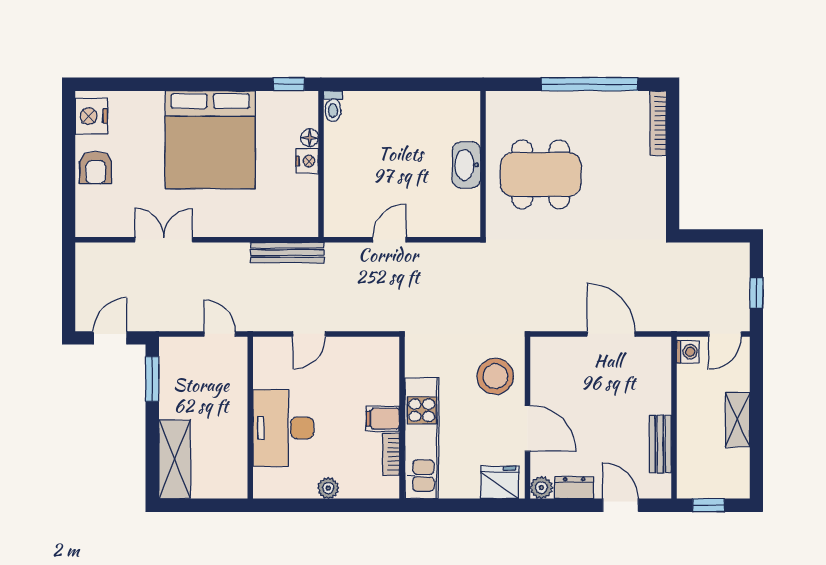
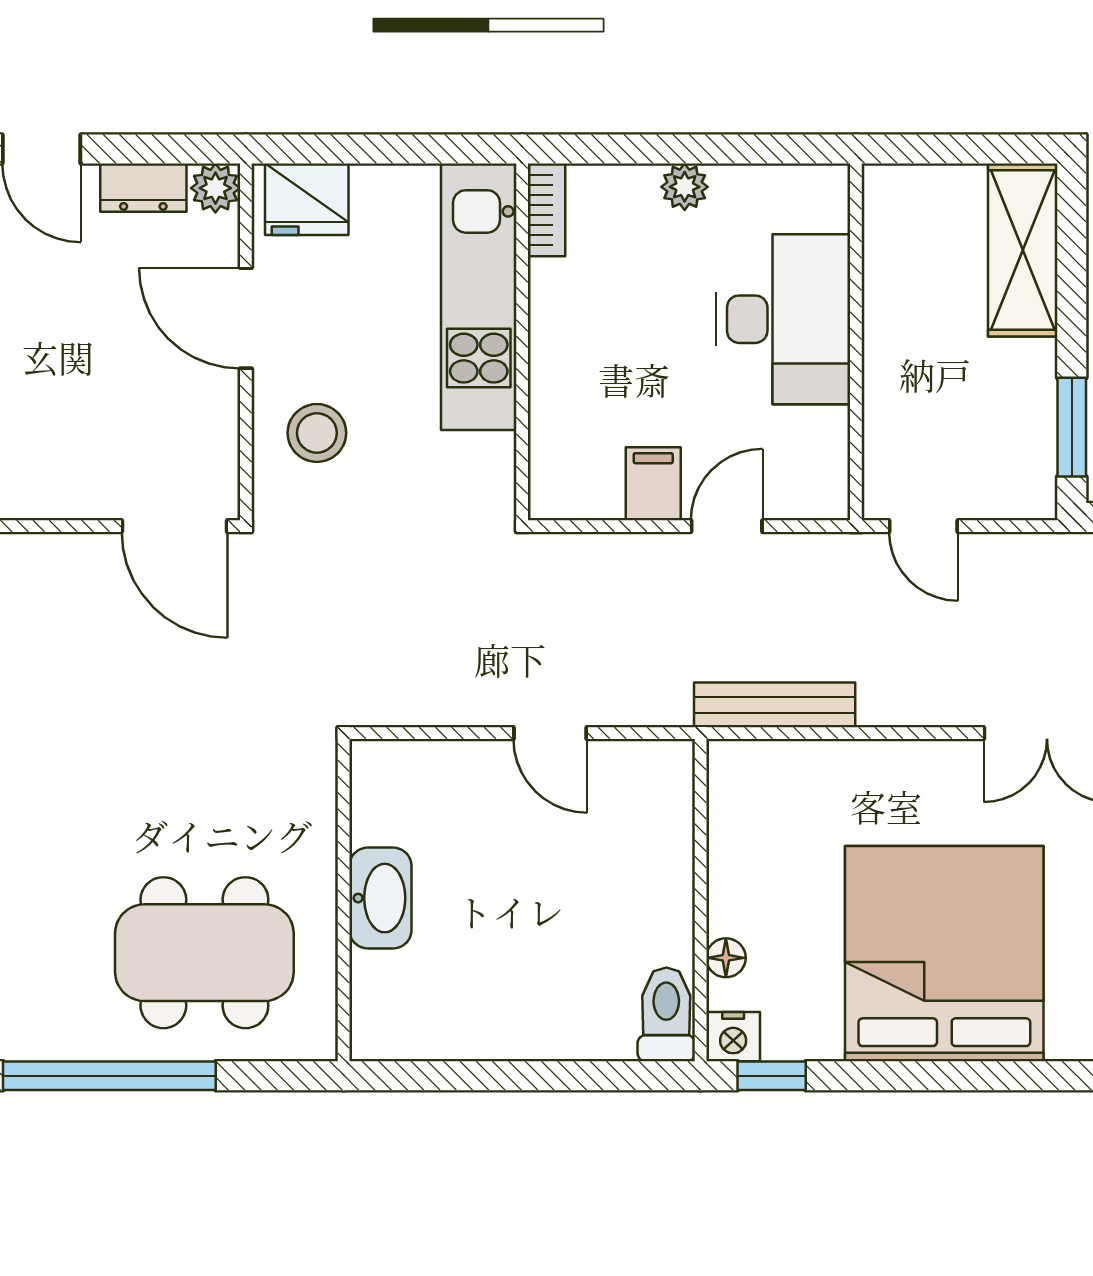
toilet: (333, 106) -> (666, 1014), width x1.37, depth x1.39
nightstand: (307, 161) -> (733, 1037), moved, turned -90
dining table: (541, 174) -> (204, 953), moved
door: (389, 240) -> (550, 733), hinge flipped
door: (611, 334) -> (174, 526), moved
stool: (495, 376) -> (317, 433), width x0.73, depth x0.73
filing cabinet: (383, 419) -> (653, 484), moved, turned -90
bookcase: (391, 454) -> (546, 210), moved

